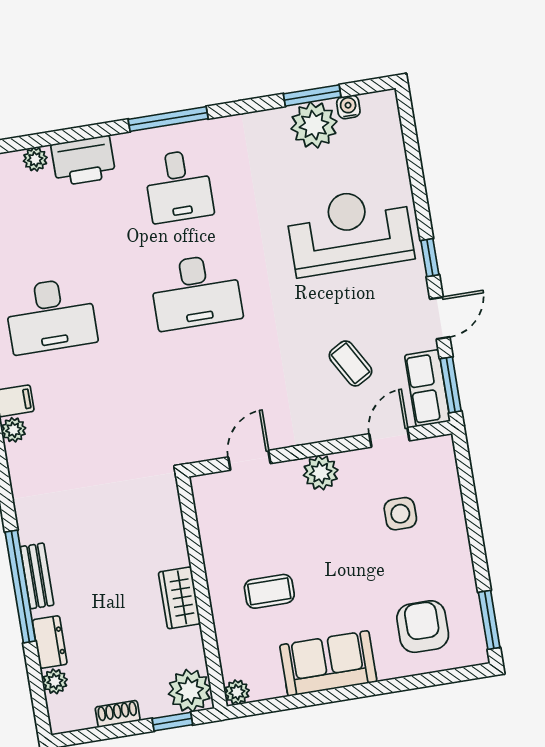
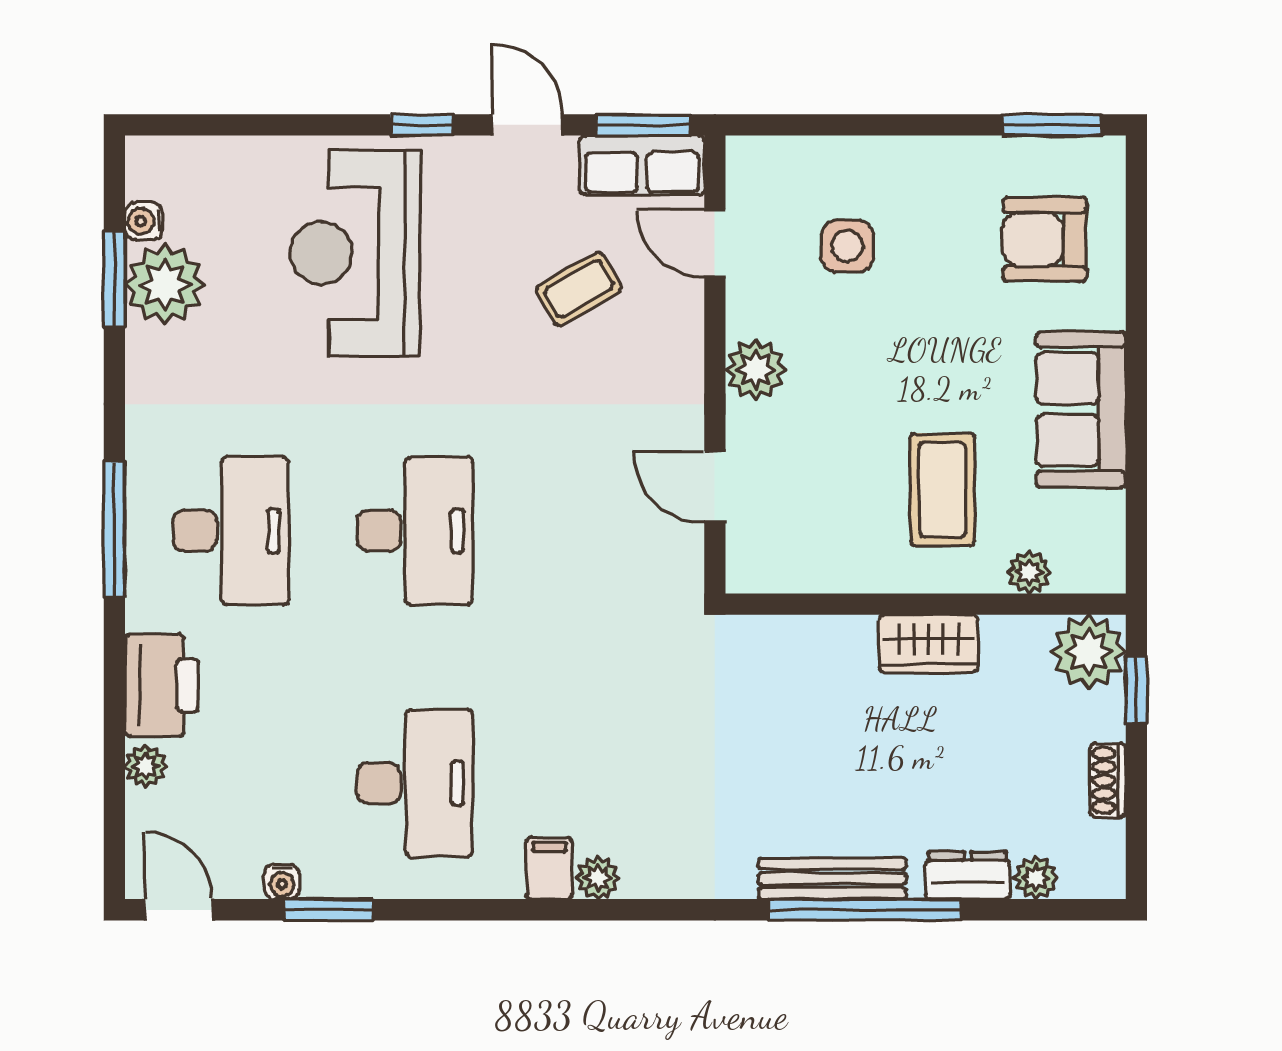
desk: (179, 186) -> (231, 531), width x1.37
bench: (37, 576) -> (832, 879), width x1.36
coffee table: (269, 591) -> (942, 489), width x1.36, depth x1.30
plant: (237, 692) -> (1029, 572), moved

